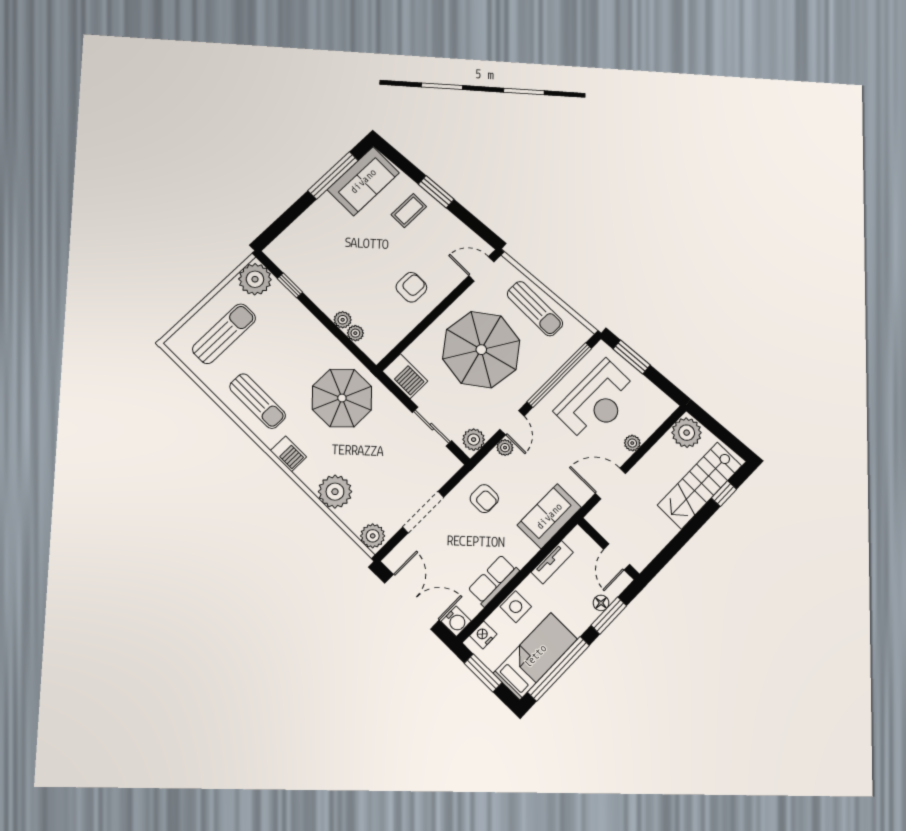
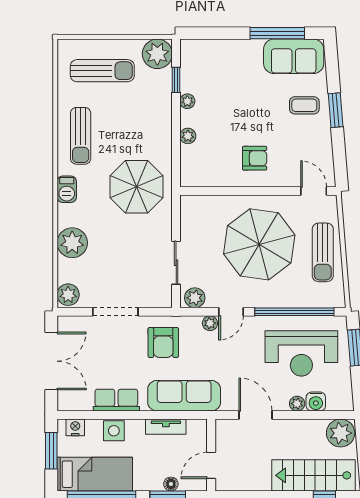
plant: (355, 333) -> (187, 101), moved
barbecue: (405, 376) -> (192, 213), removed
armchair: (484, 499) -> (163, 342), width x1.38, depth x1.38
sofa: (549, 516) -> (184, 396), width x1.36
water cooler: (456, 621) -> (316, 402), moved

